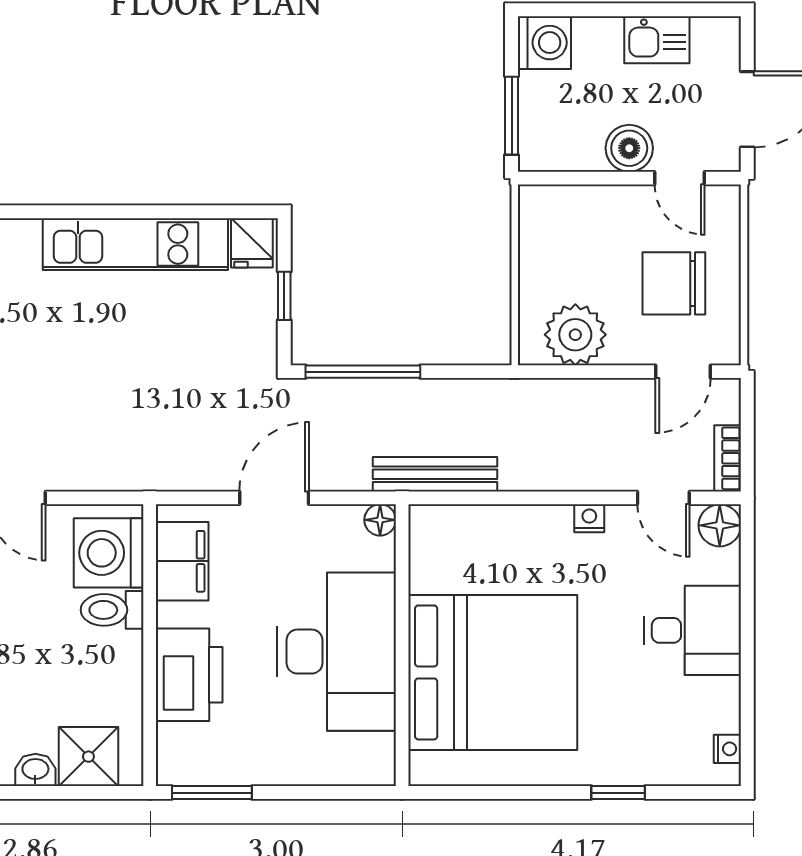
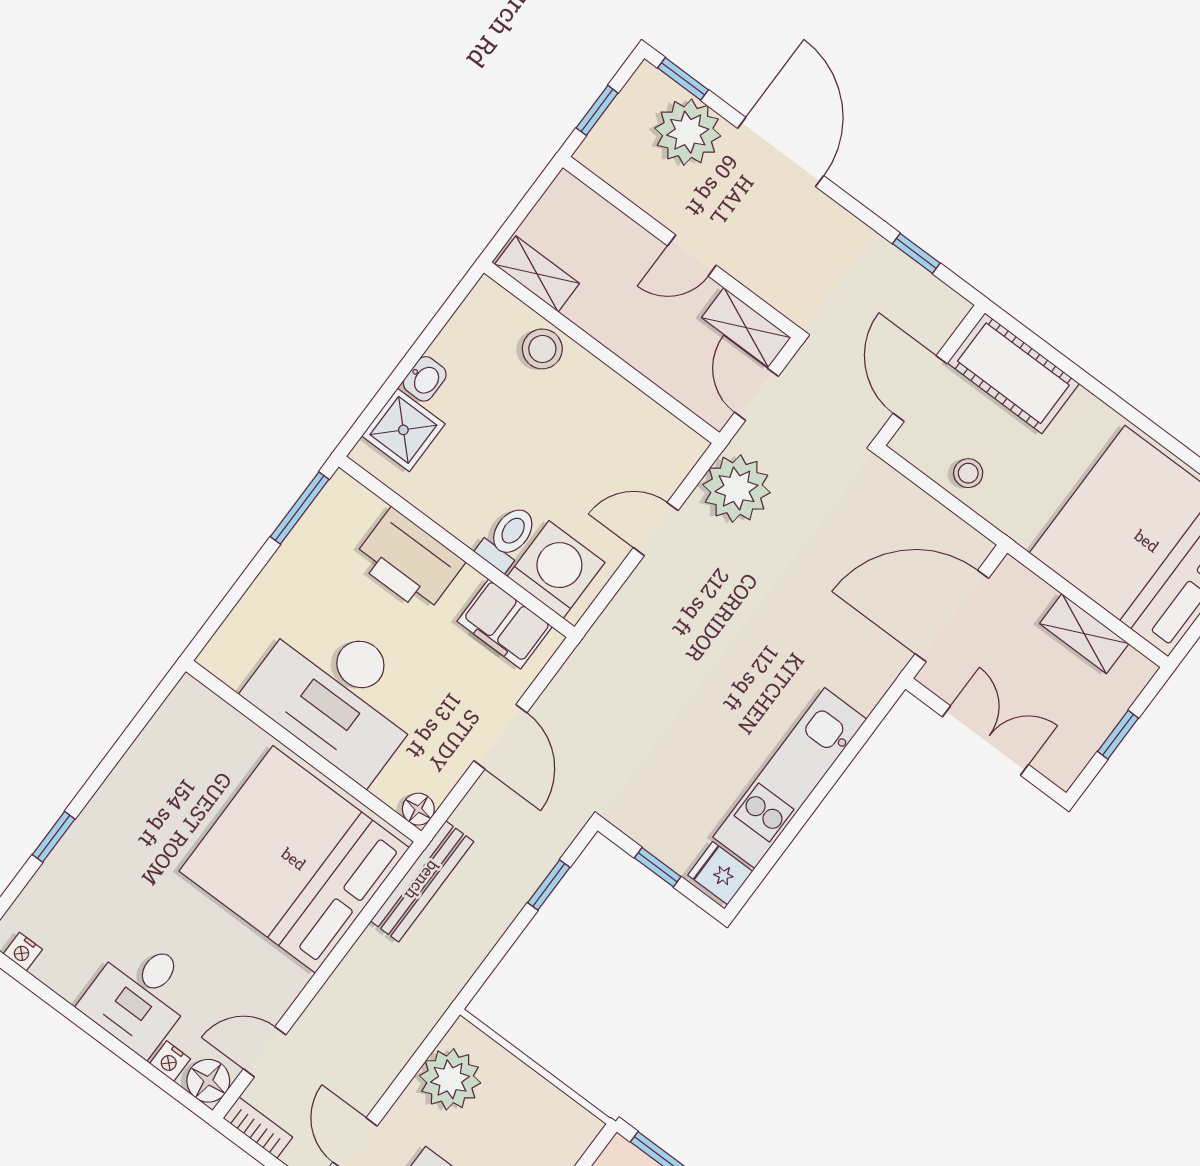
window: (363, 372) -> (549, 885), width x0.46
nightstand: (589, 518) -> (170, 1061), moved, turned 90
bed: (493, 672) -> (294, 859), moved, turned 90

